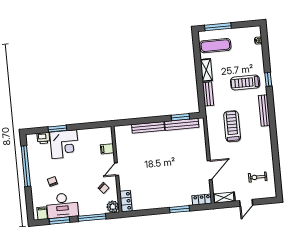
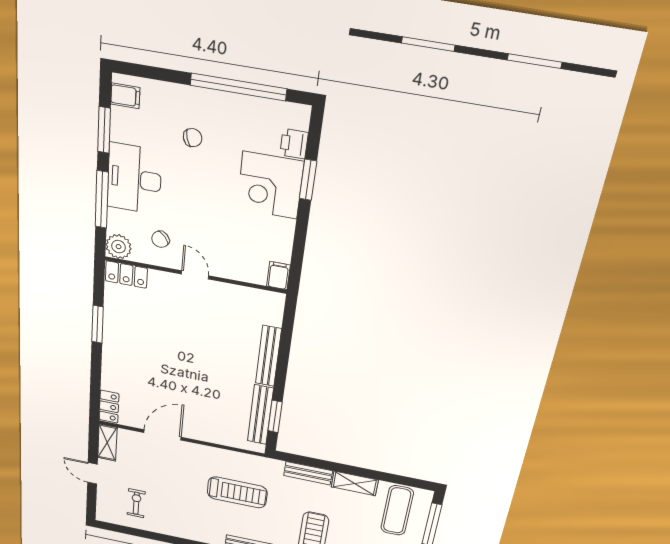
filing cabinet: (107, 149) -> (278, 276), moved
door: (210, 170) -> (162, 435), swing flipped
desk: (62, 206) -> (134, 179), moved
window: (179, 209) -> (97, 324), moved

